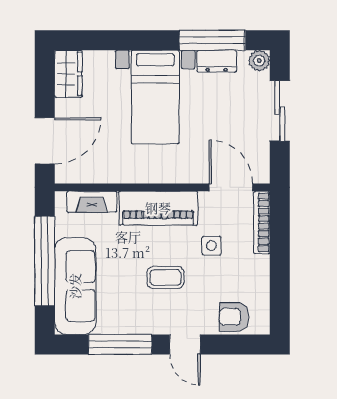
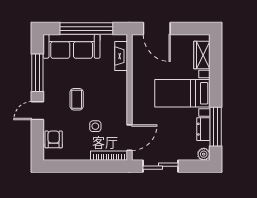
wardrobe: (68, 74) -> (202, 55), moved, turned 90
sliding door: (280, 111) -> (161, 166), moved
piano: (158, 208) -> (117, 95), removed

